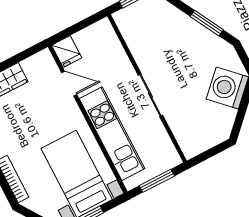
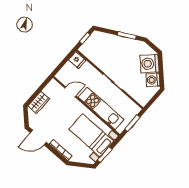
fridge: (67, 52) -> (77, 60), moved
washing machine: (222, 119) -> (153, 80), added

